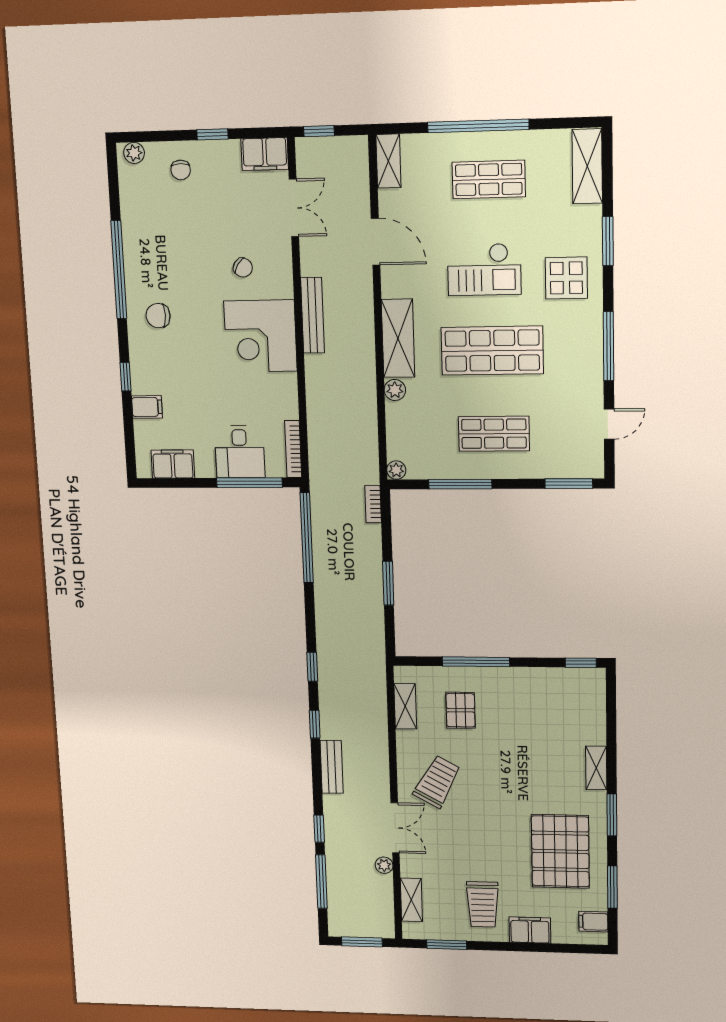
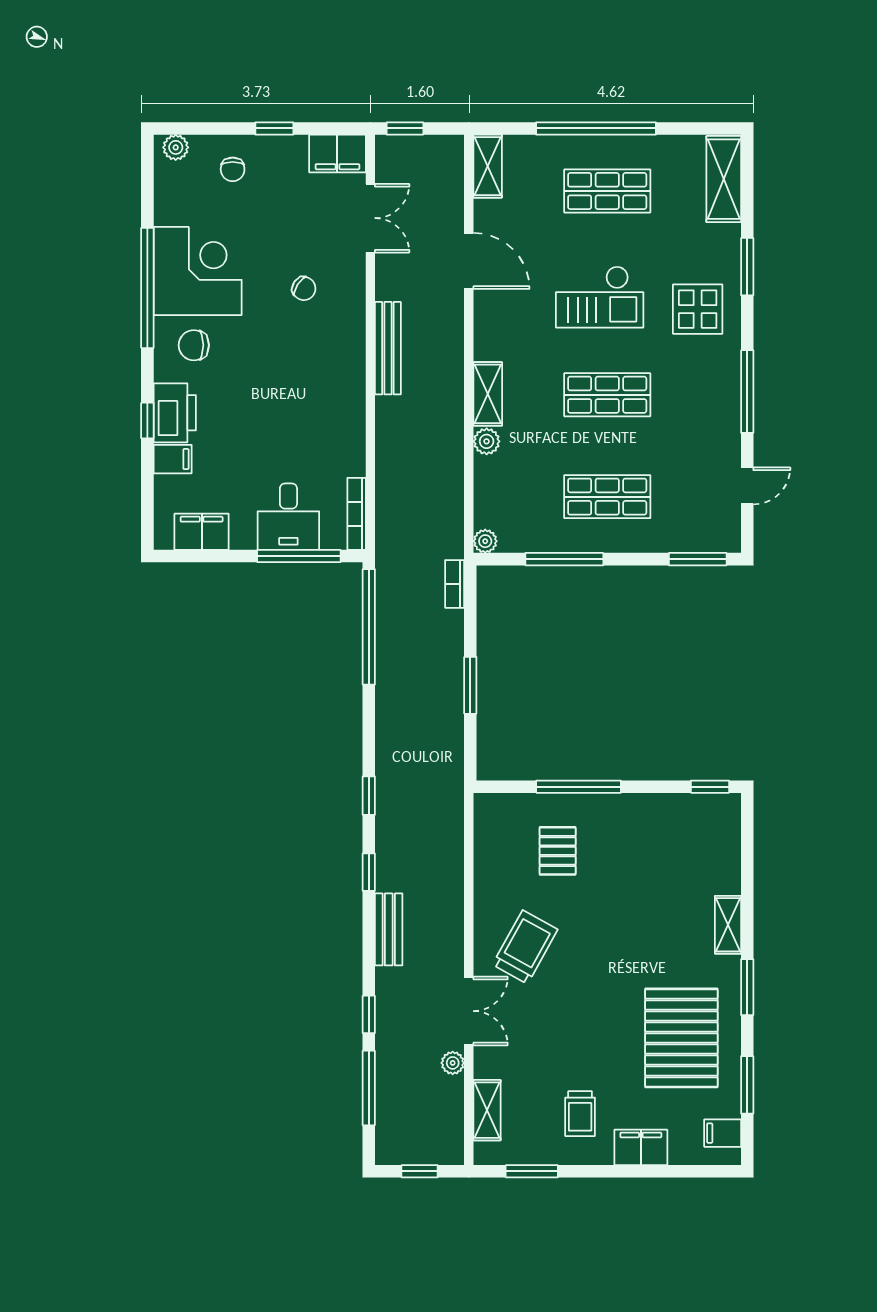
corner desk: (260, 336) -> (198, 271), moved, turned 180
shelving: (398, 338) -> (488, 394), width x0.67, depth x0.75
shop shelf: (492, 351) -> (607, 395), width x0.70, depth x0.74
printer: (146, 370) -> (175, 413), added
shelving: (405, 706) -> (487, 847), removed
trolley: (483, 904) -> (580, 1114), width x0.73, depth x0.72
window: (362, 942) -> (420, 1171), width x0.67

